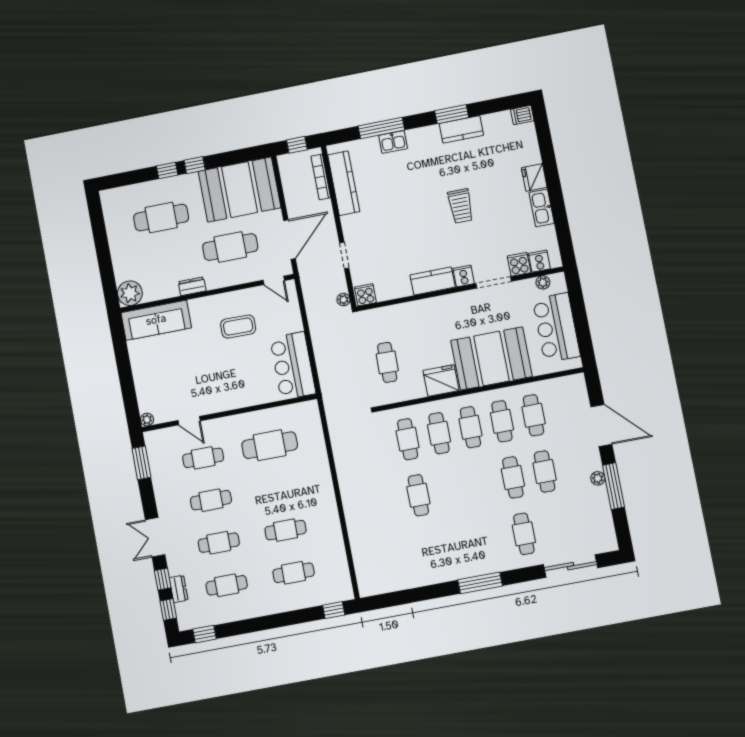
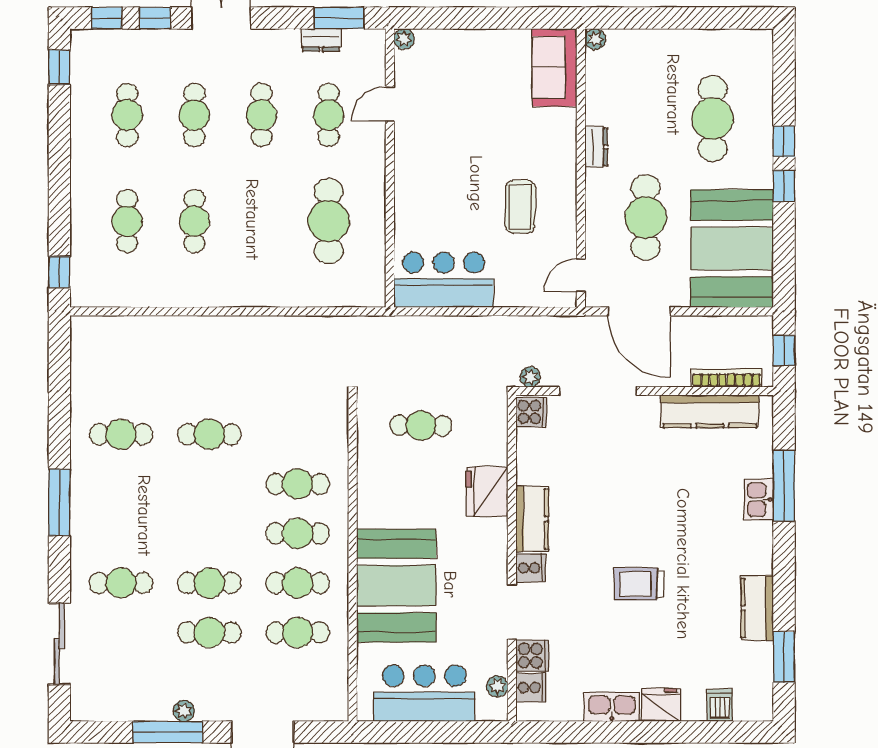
window: (452, 114) -> (784, 657), moved
dishwasher: (522, 115) -> (720, 705), moved
doorway: (344, 255) -> (598, 391), width x1.88
plant: (130, 293) -> (595, 39), width x0.53, depth x0.53
sofa: (156, 320) -> (554, 68), width x0.73
fridge: (441, 381) -> (487, 492), moved, turned 180
cafe table: (408, 439) -> (121, 434), moved
dresser: (179, 589) -> (321, 40), moved

